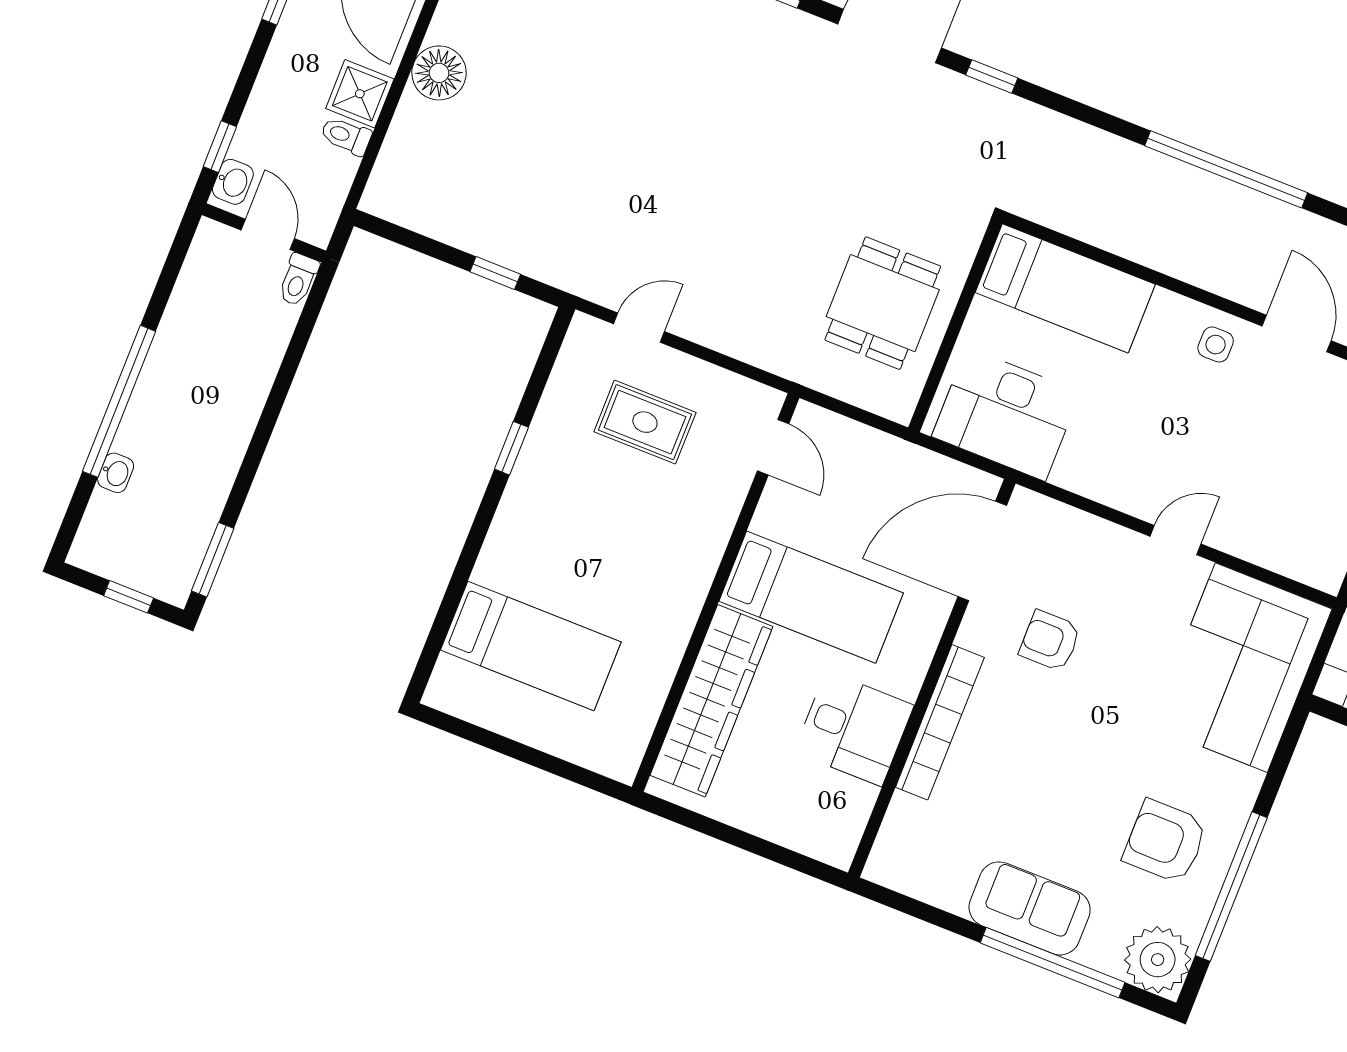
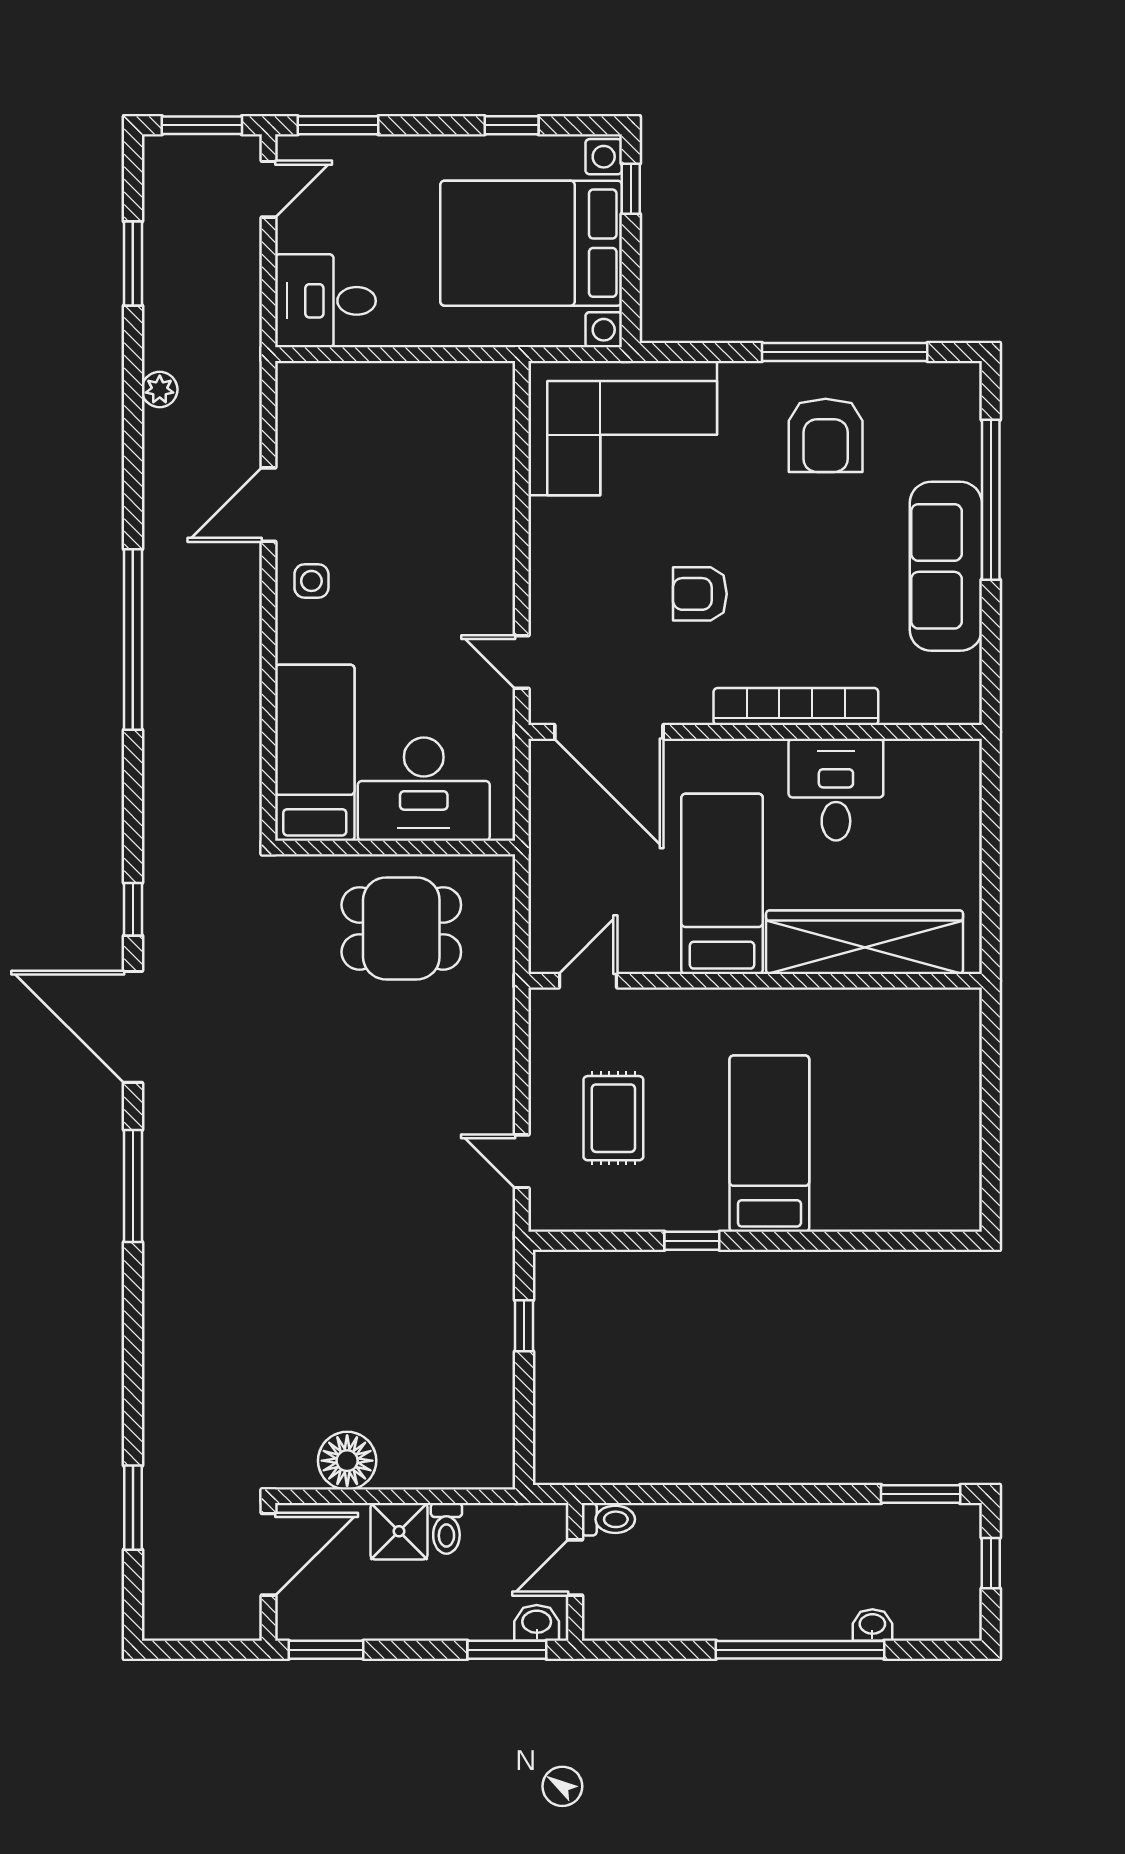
window: (220, 147) -> (507, 1650), width x1.50
desk: (1006, 414) -> (424, 789), moved, turned 90
door: (1175, 540) -> (522, 662), moved
armchair: (1050, 641) -> (700, 594), moved, turned 90
bed: (531, 646) -> (769, 1144), moved
sofa: (1030, 908) -> (946, 566), width x1.36
plant: (1158, 960) -> (946, 396), removed

